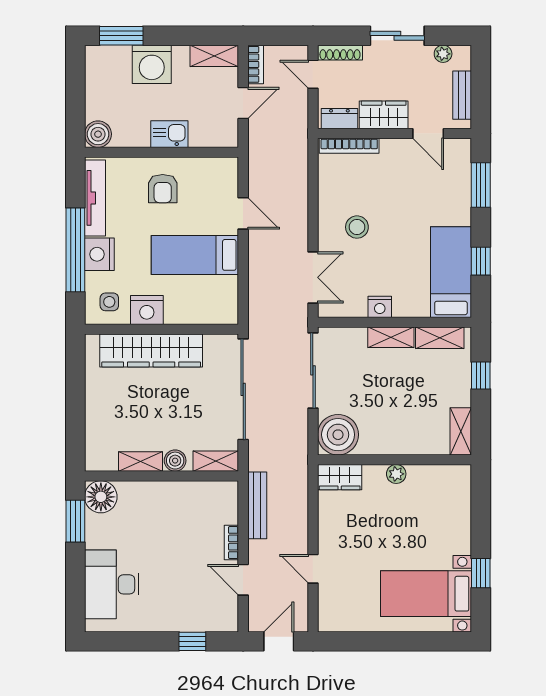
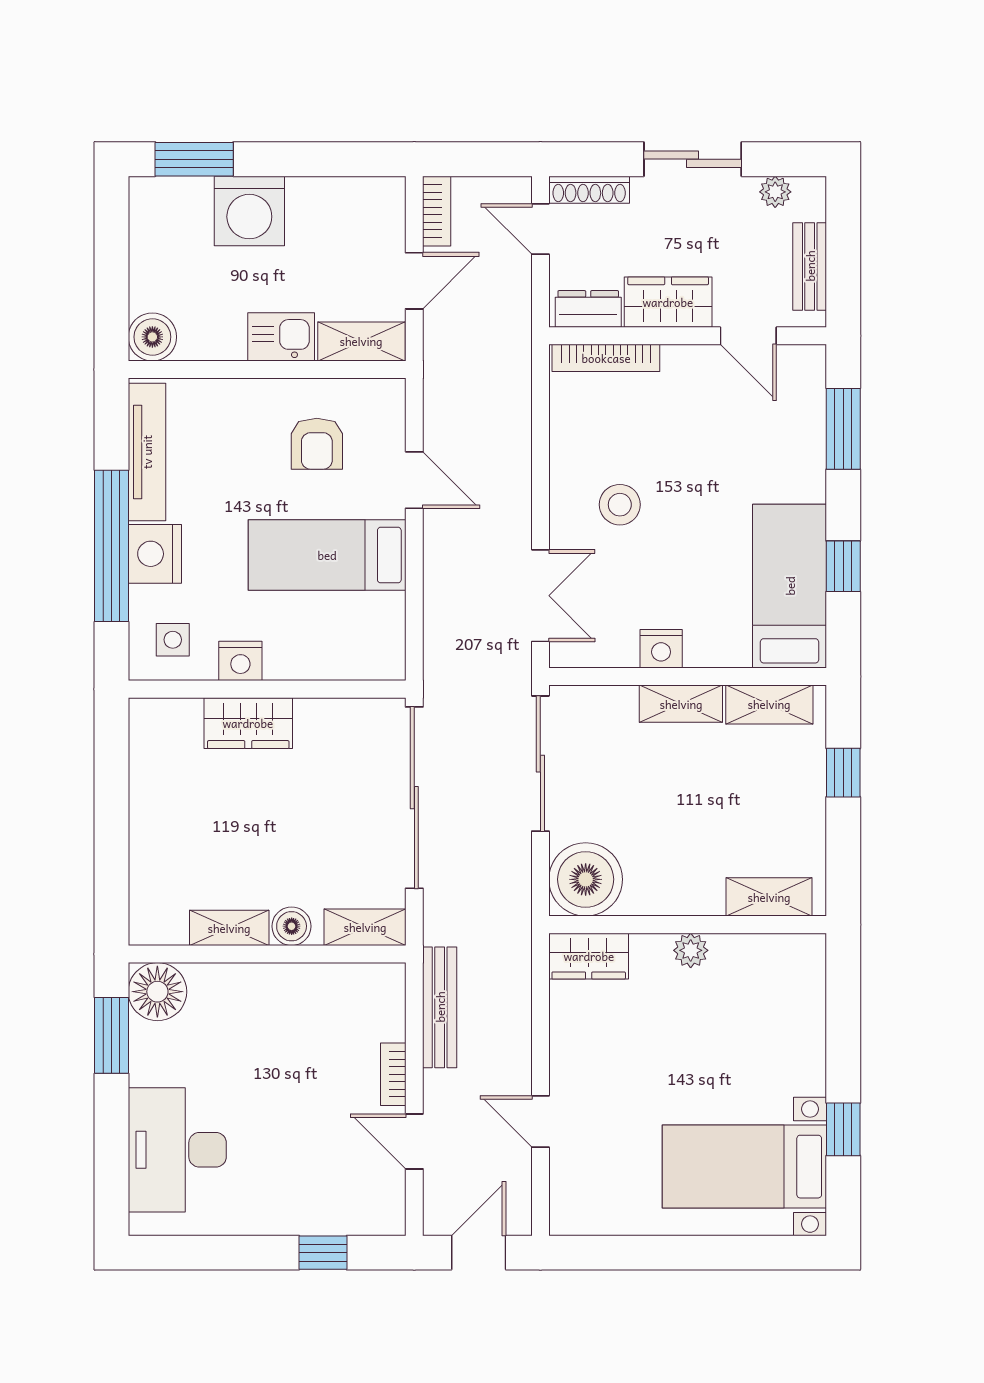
shelving: (214, 56) -> (361, 341), moved
armchair: (163, 189) -> (317, 444), moved
nightstand: (147, 310) -> (240, 661), width x0.74, depth x0.75
wardrobe: (151, 350) -> (248, 723), width x0.48, depth x0.85
shelving: (461, 431) -> (769, 897), moved, turned 90

